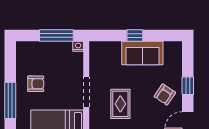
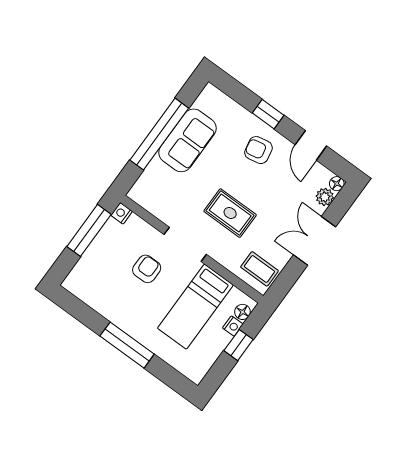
window: (135, 36) -> (159, 134), width x3.17
armchair: (36, 84) -> (147, 269), moved
armchair: (165, 95) -> (258, 150), turned 135

